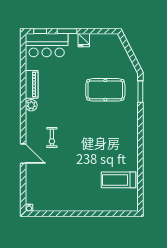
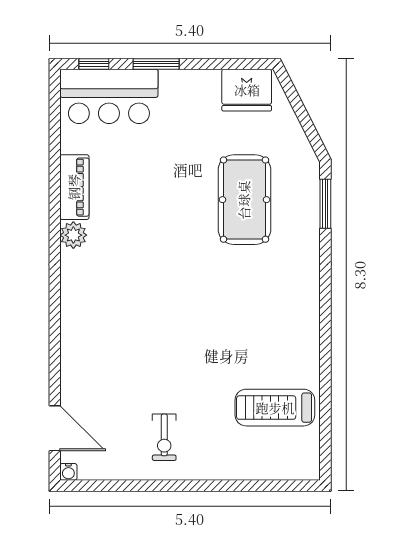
fridge: (84, 40) -> (247, 90), moved, width x1.88, depth x1.34
pool table: (105, 90) -> (244, 200), turned 90
exercise bike: (52, 137) -> (164, 437), moved
door: (23, 154) -> (55, 428), moved

